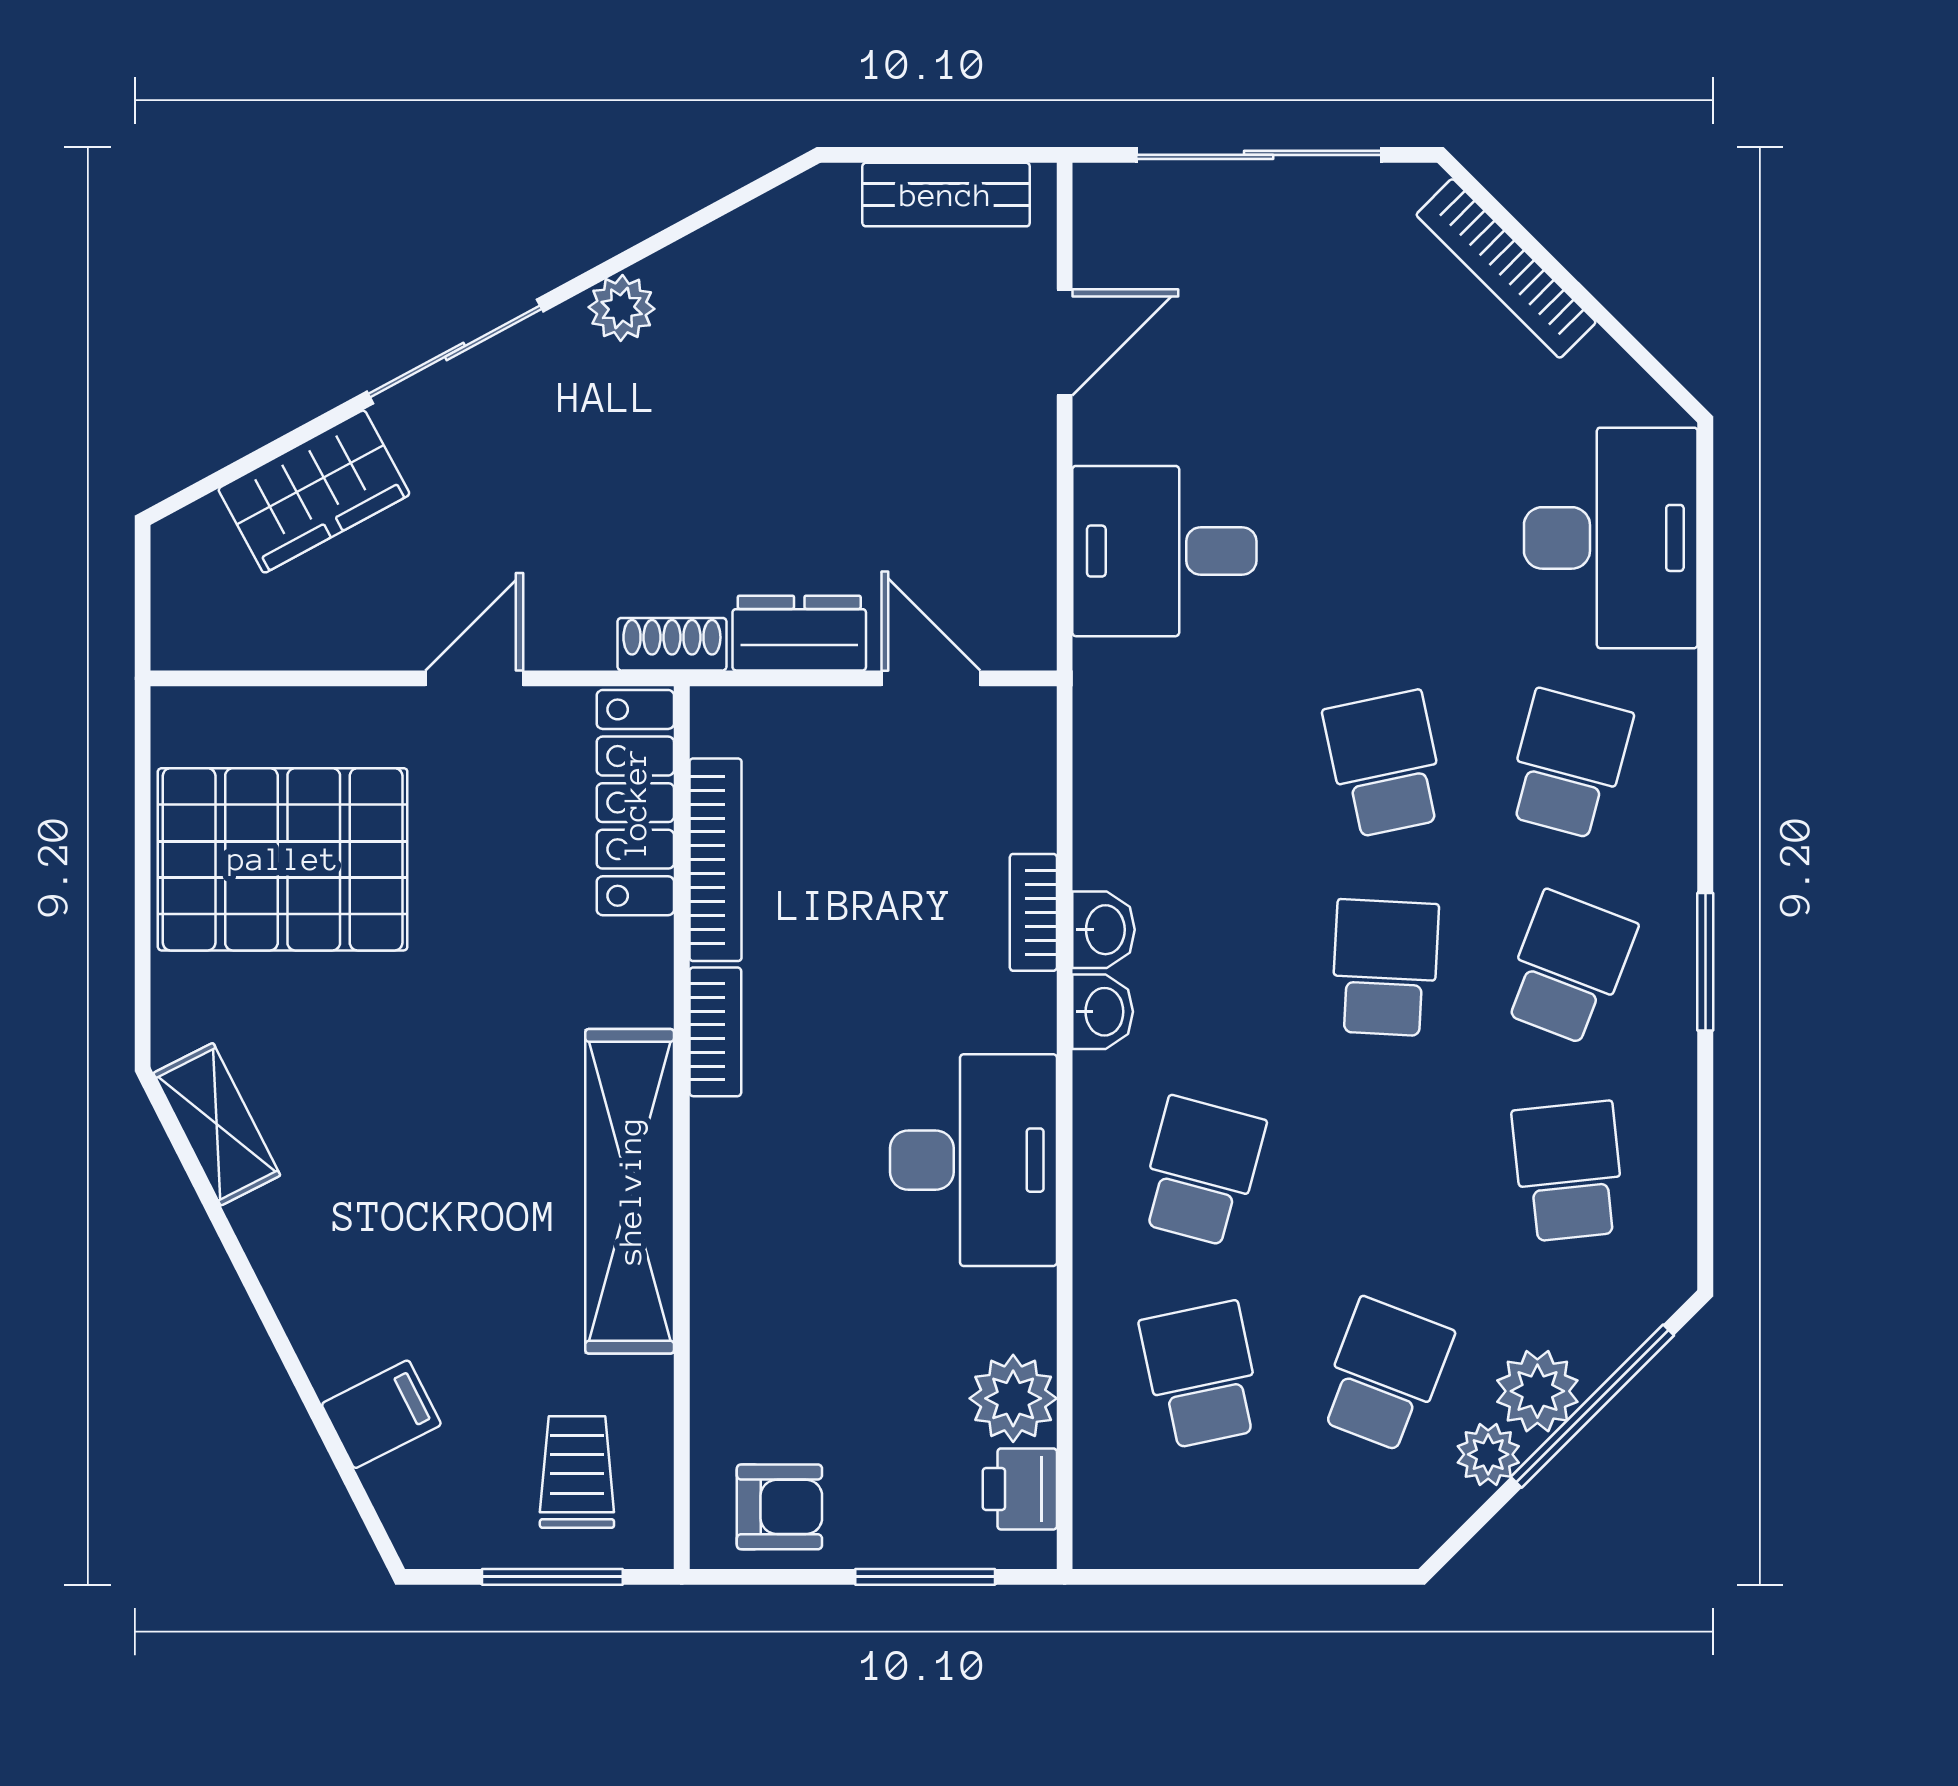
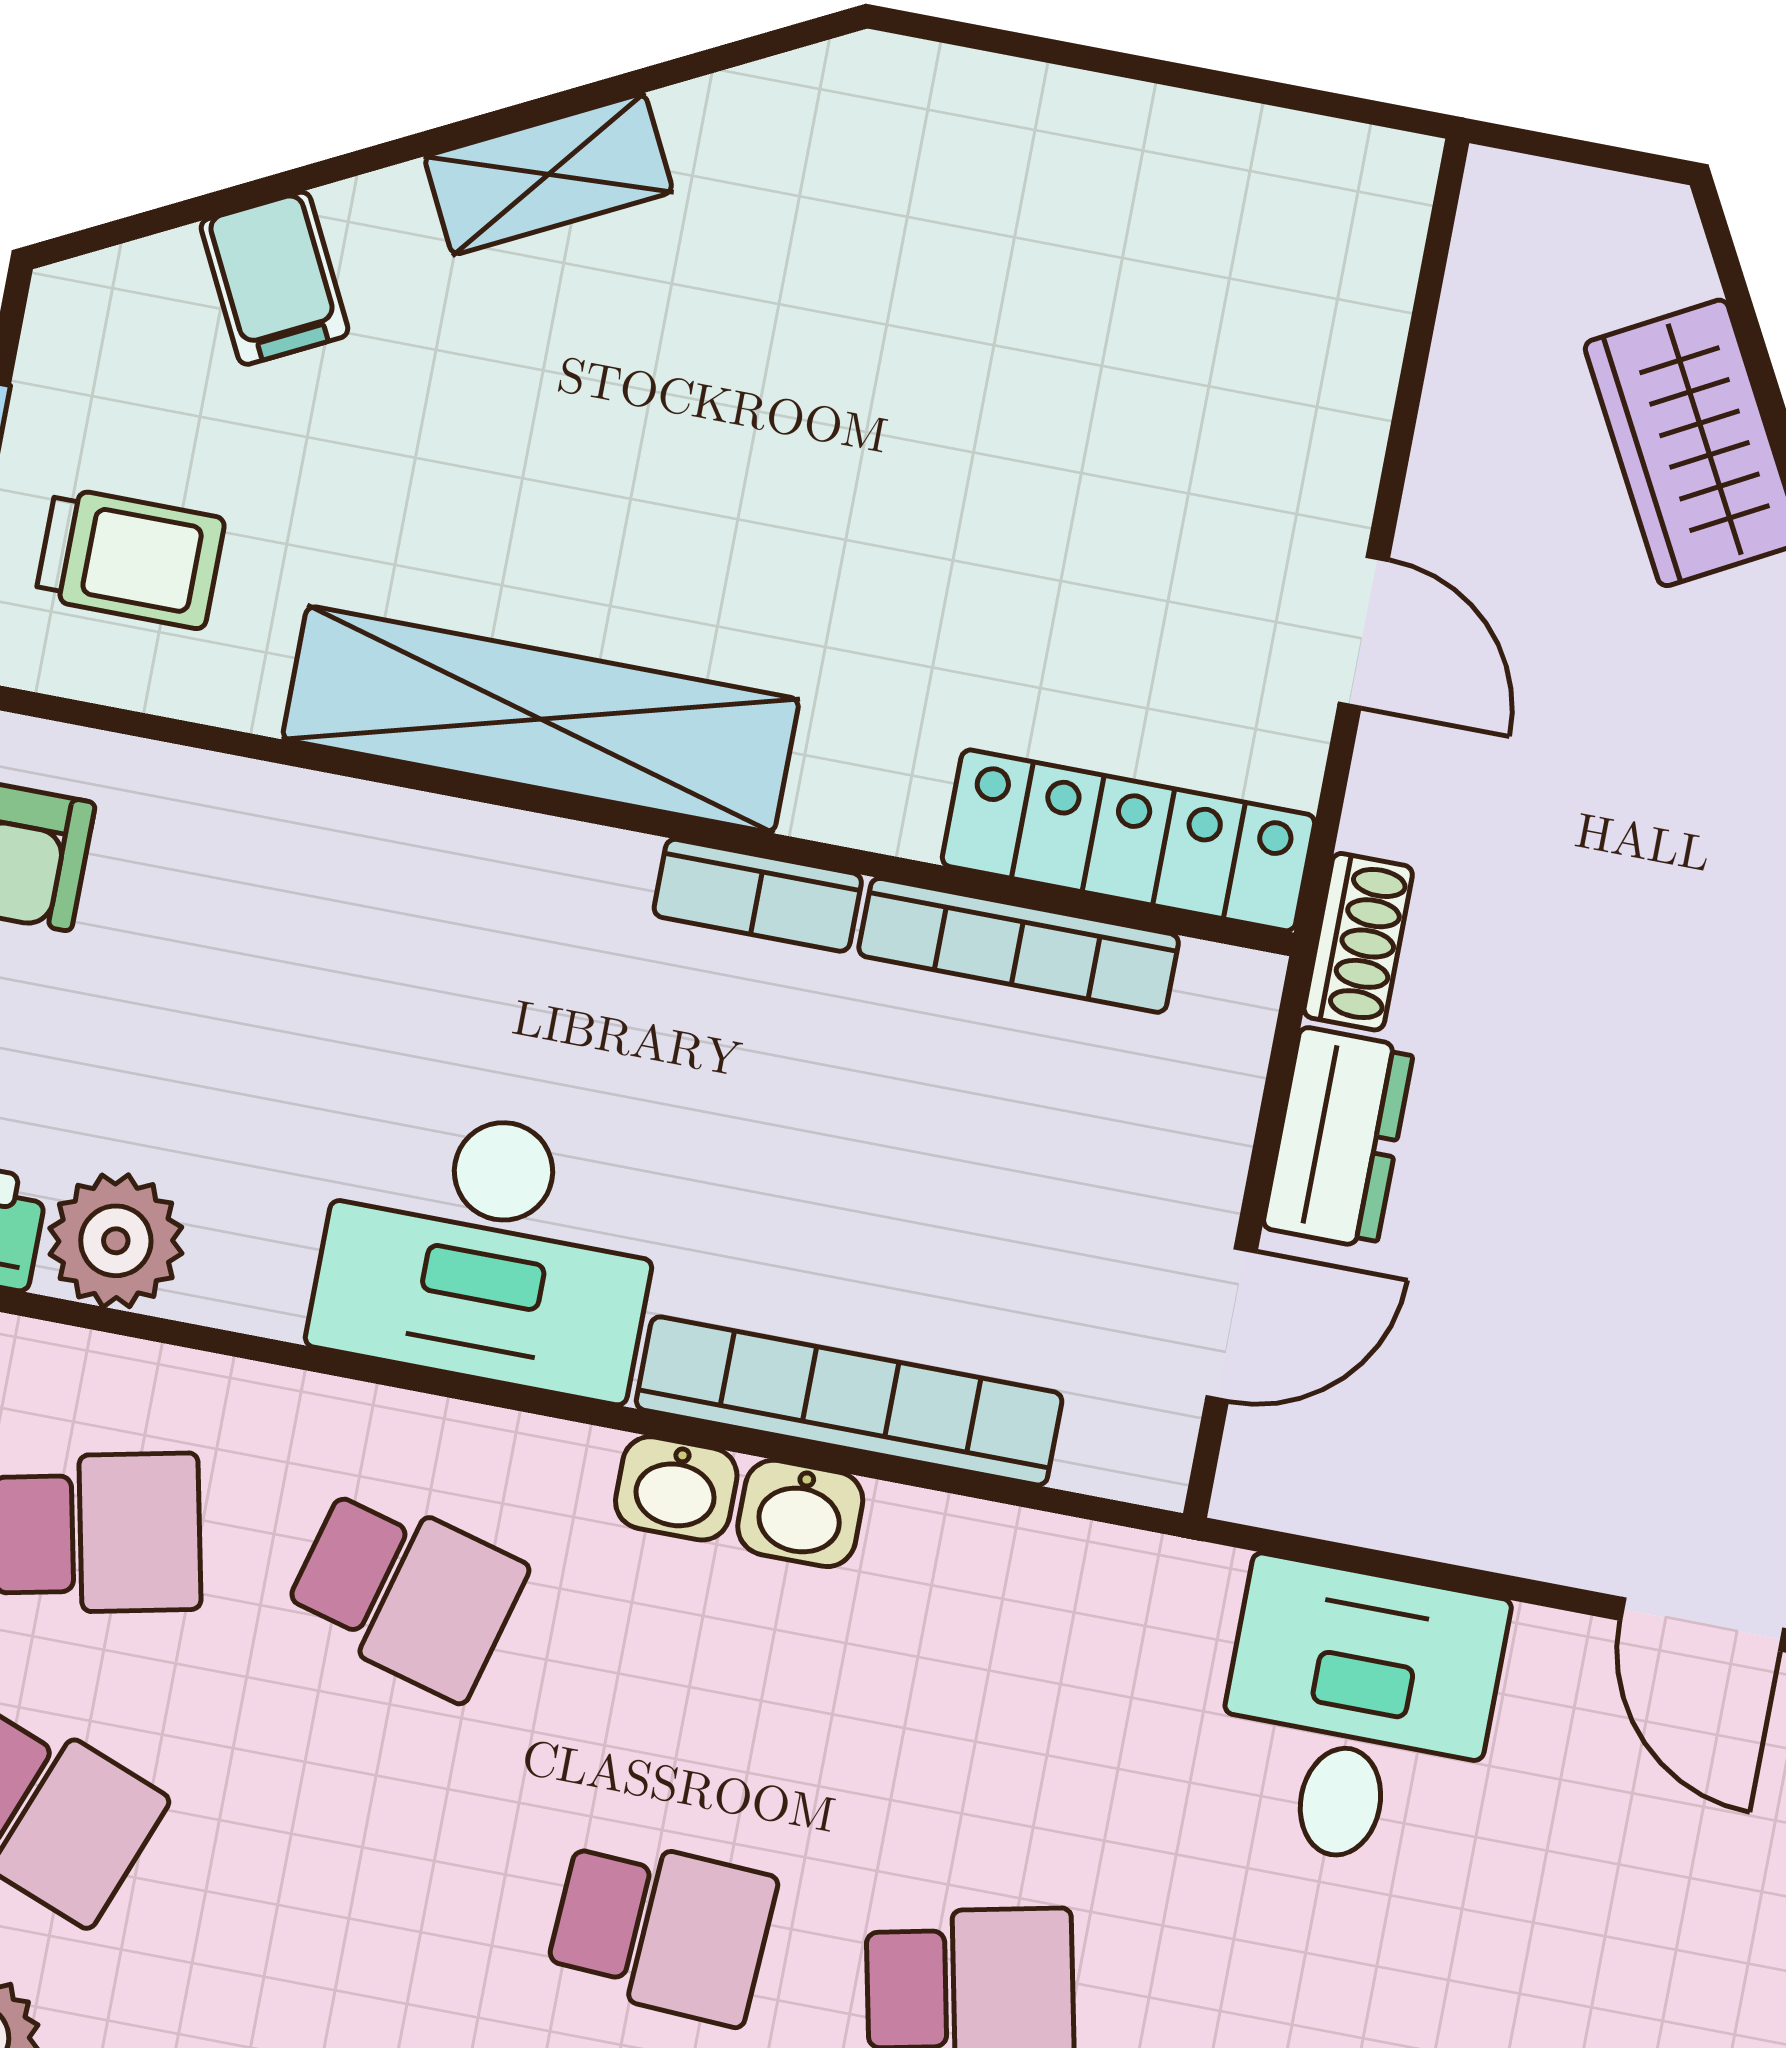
pallet: (283, 859) -> (1145, 289), removed
bookcase: (1033, 912) -> (849, 1401), width x2.31, depth x1.31
shelving: (217, 1124) -> (549, 174), moved

